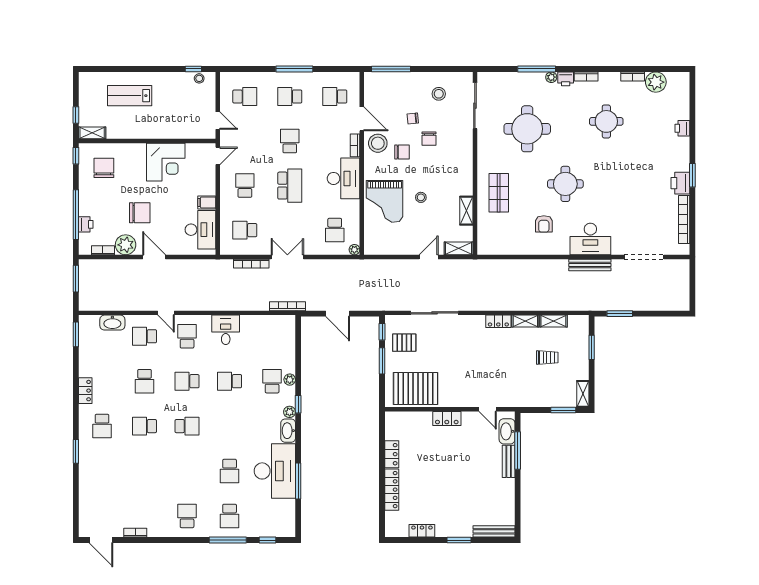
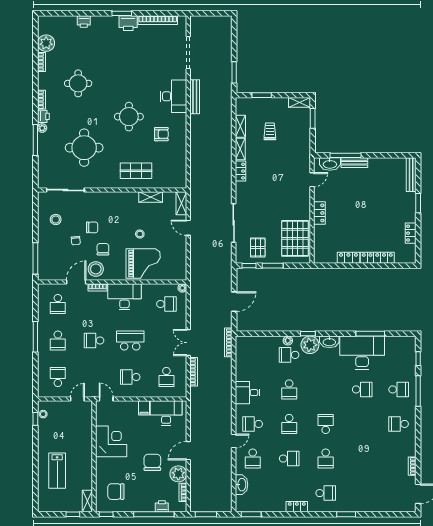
plant: (290, 412) -> (310, 345), width x1.88, depth x1.88

